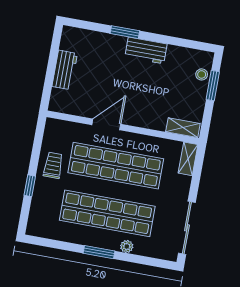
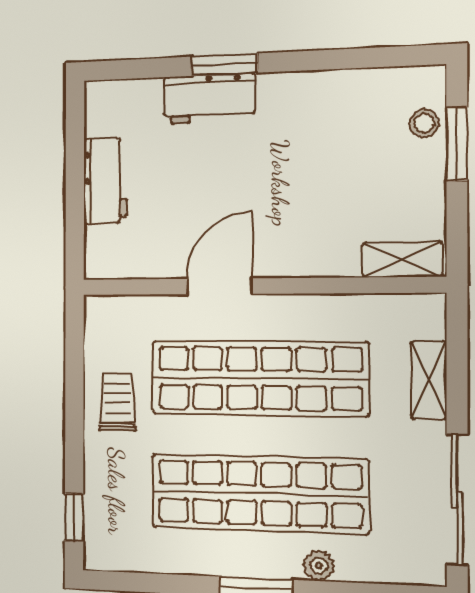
workbench: (146, 50) -> (209, 99), moved
shelving: (188, 159) -> (429, 380), moved
window: (30, 186) -> (74, 517), moved

